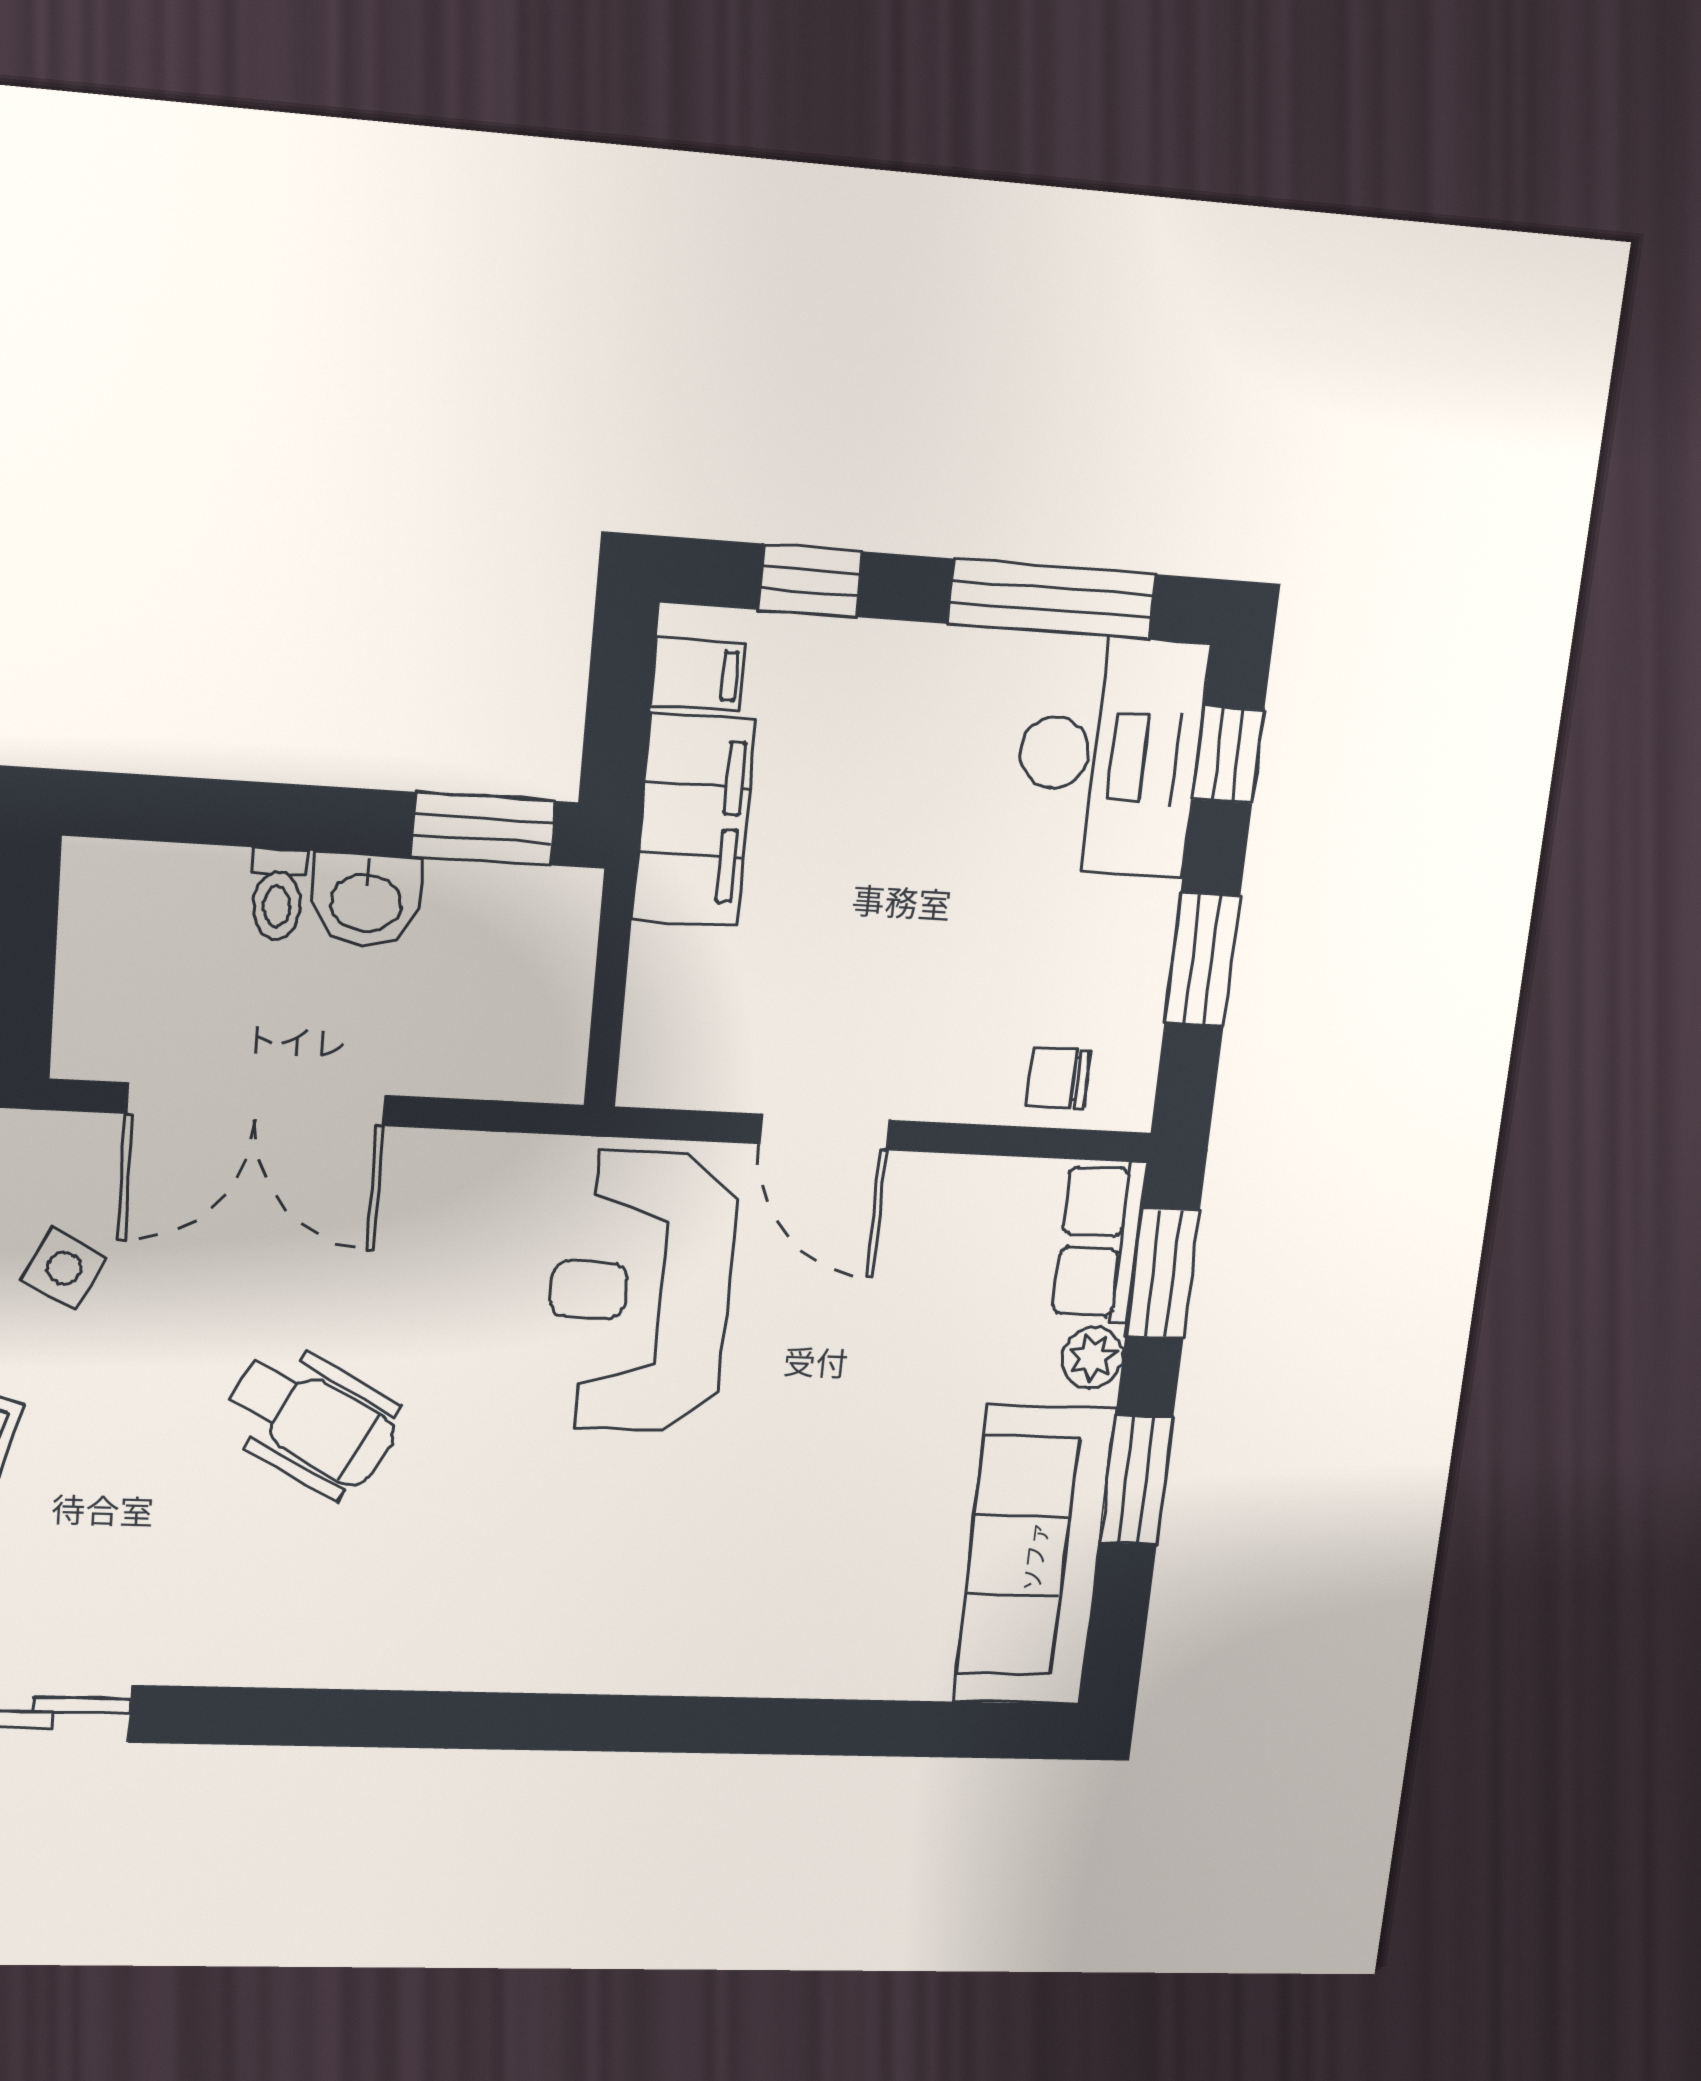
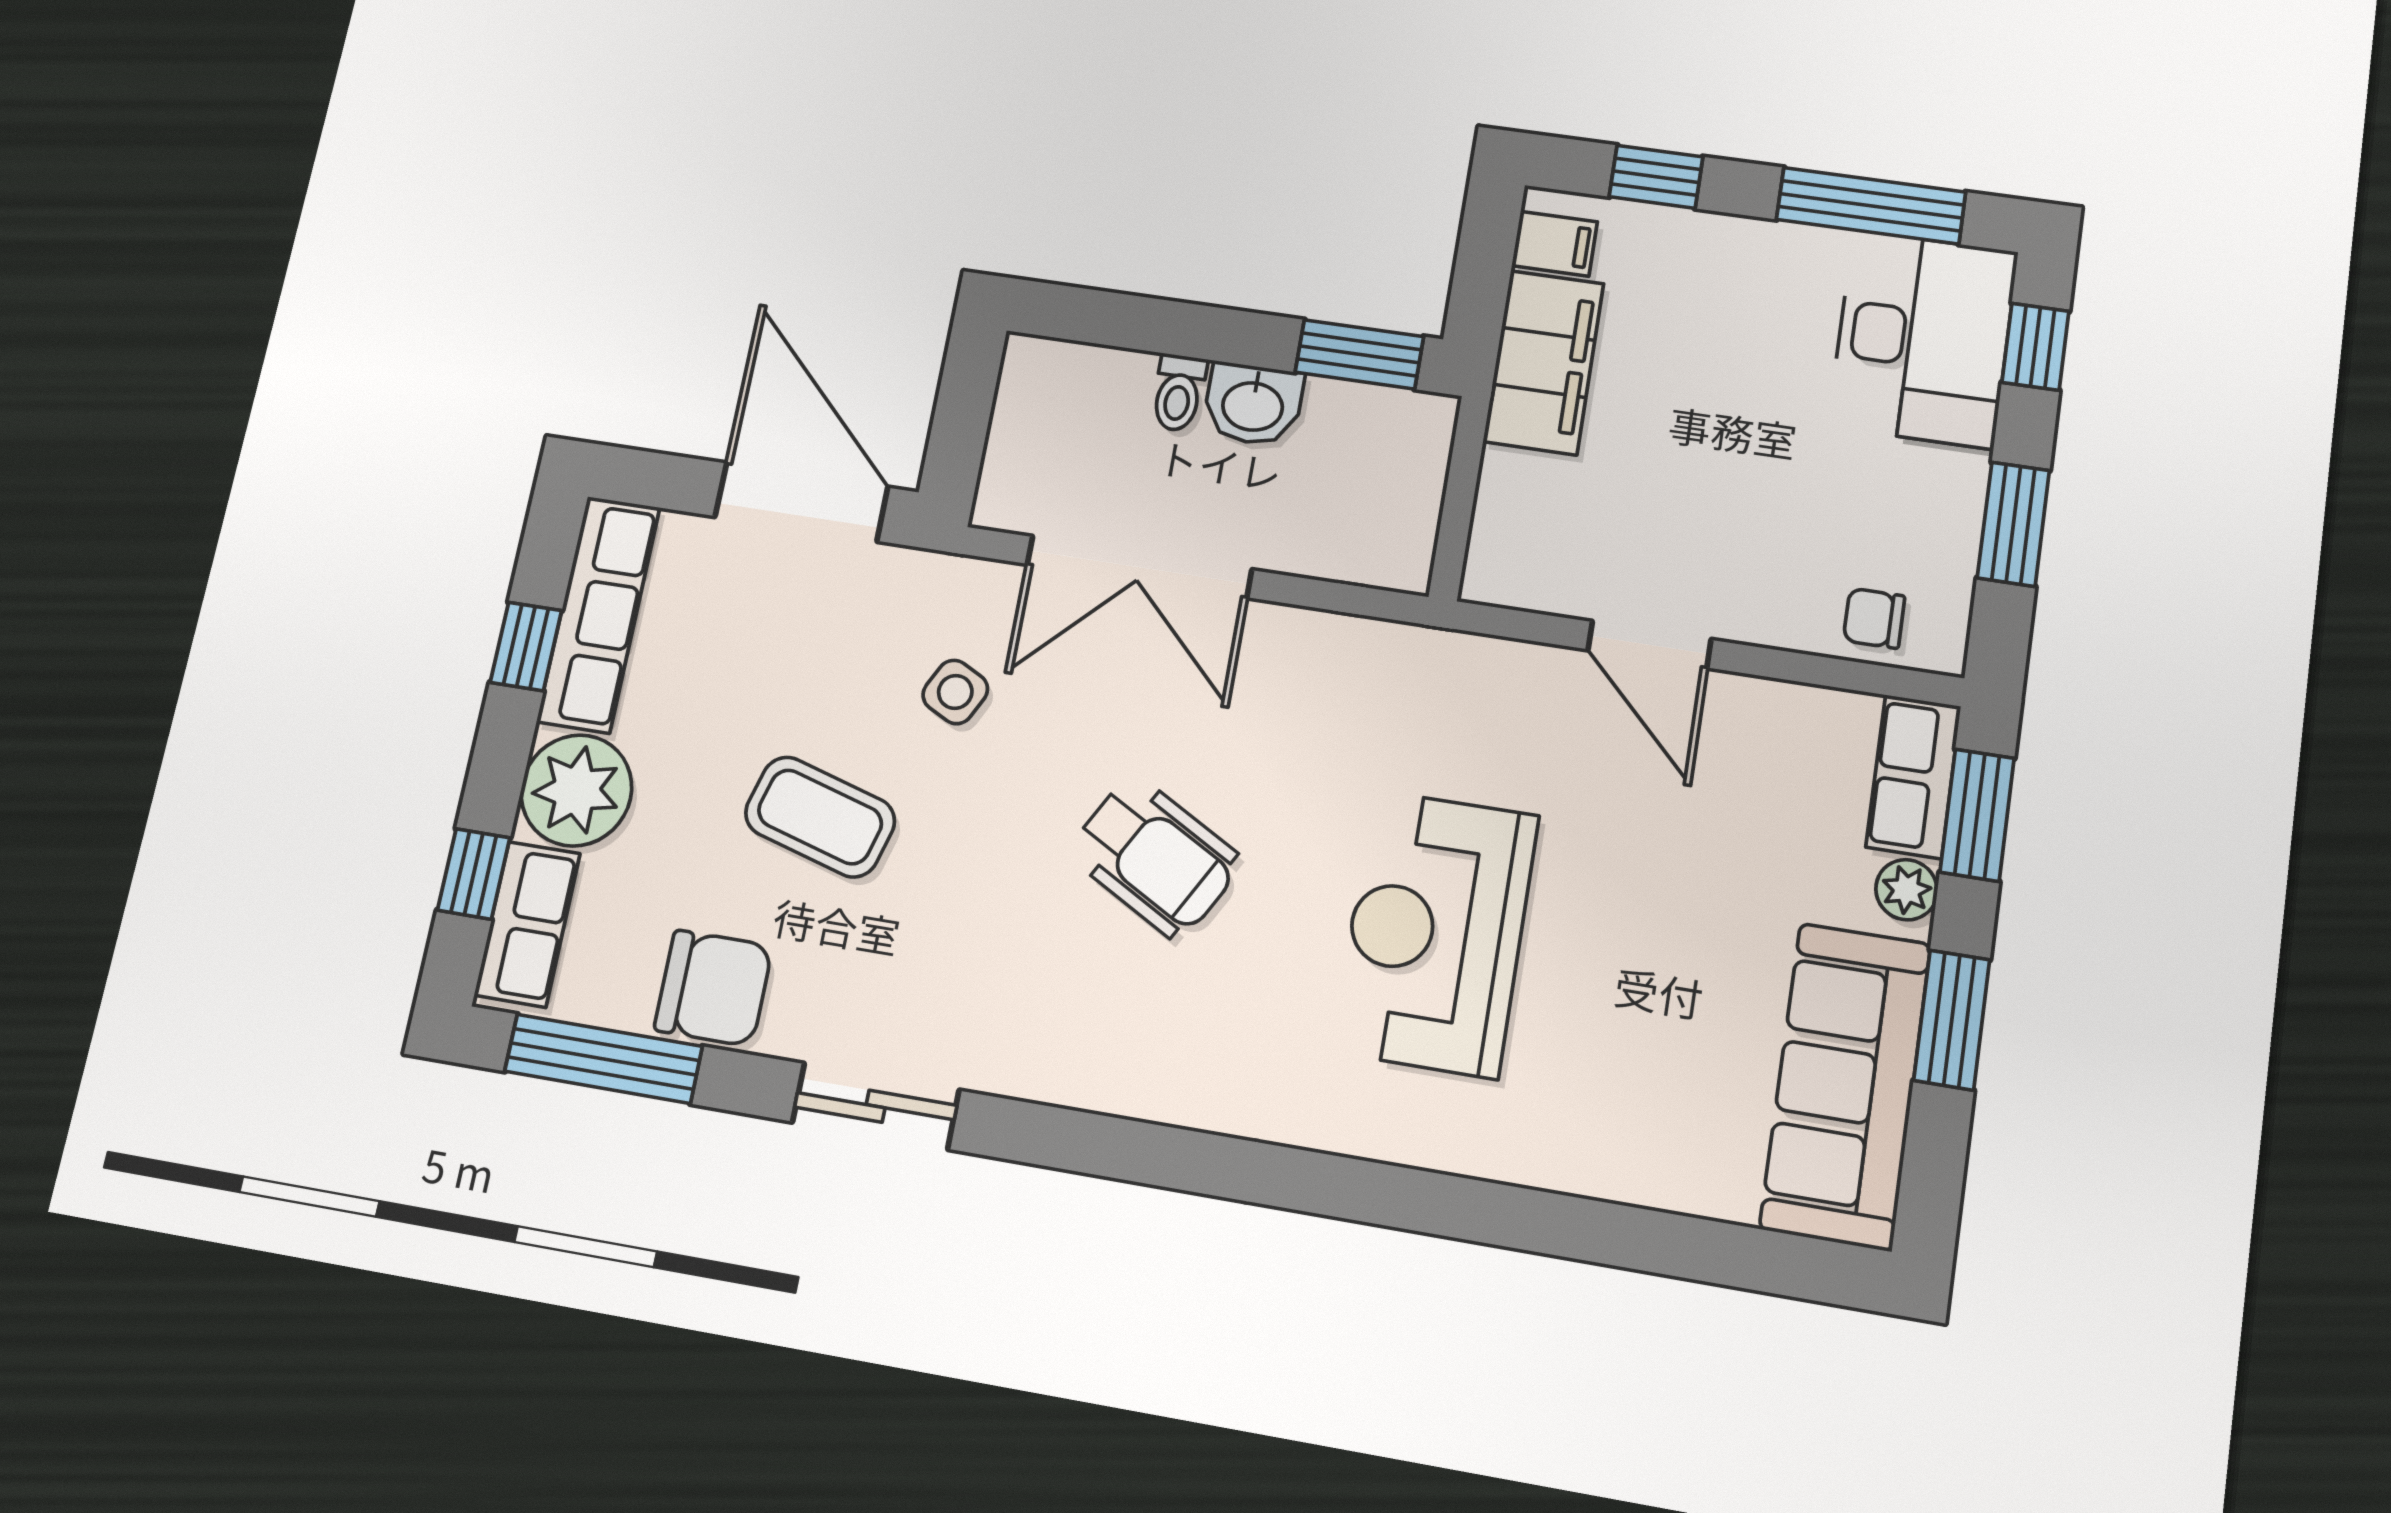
reception desk: (640, 1292) -> (1435, 933), moved

